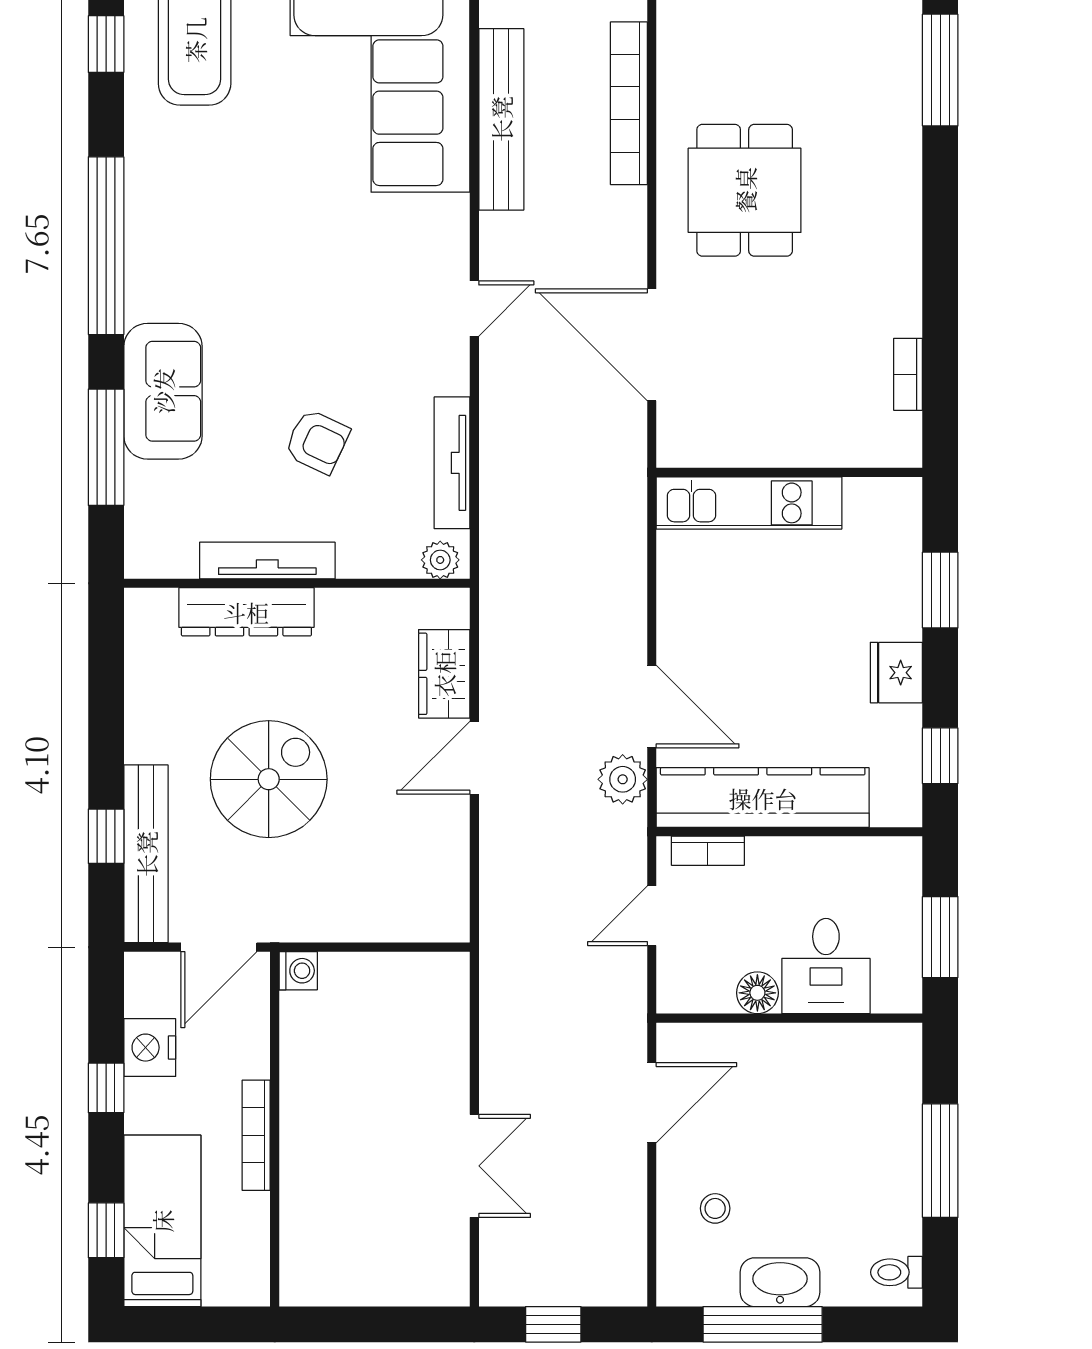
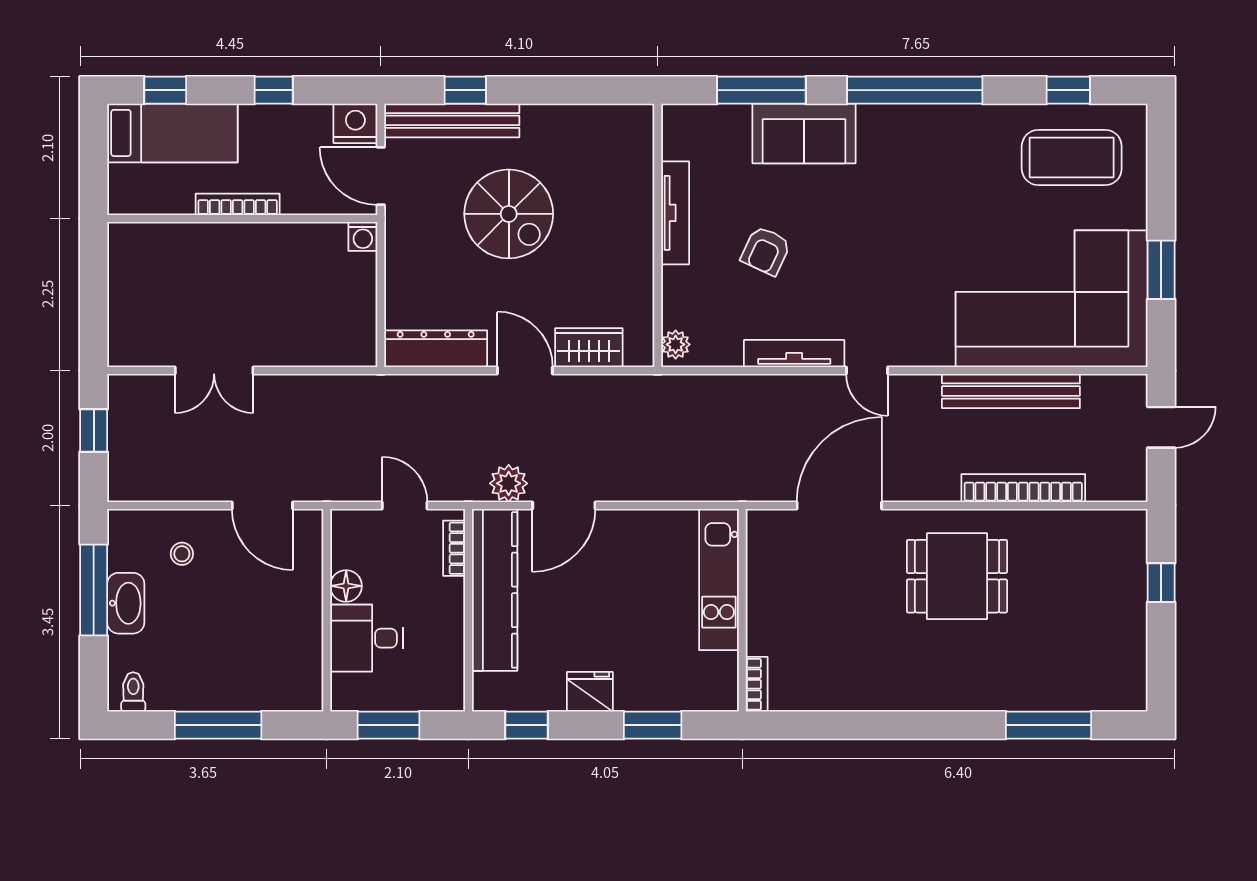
bookcase: (908, 374) -> (757, 684), moved, turned 90
tv unit: (452, 463) -> (794, 353), moved
dresser: (246, 612) -> (436, 349), moved, turned 90
nightstand: (150, 1048) -> (355, 123), moved

